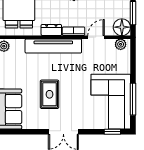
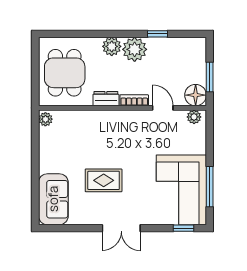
door: (96, 37) -> (163, 108), hinge flipped
tv unit: (53, 46) -> (108, 119), removed
rug: (49, 94) -> (104, 180), turned 90

